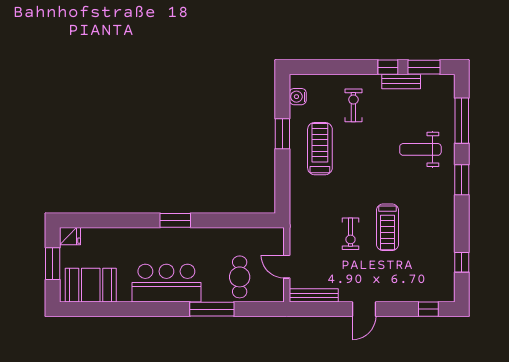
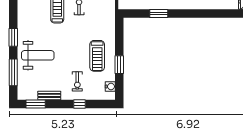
window: (388, 67) -> (79, 104), moved
weight bench: (420, 149) -> (38, 55), width x1.36, depth x1.33
window: (175, 220) -> (159, 13), moved

